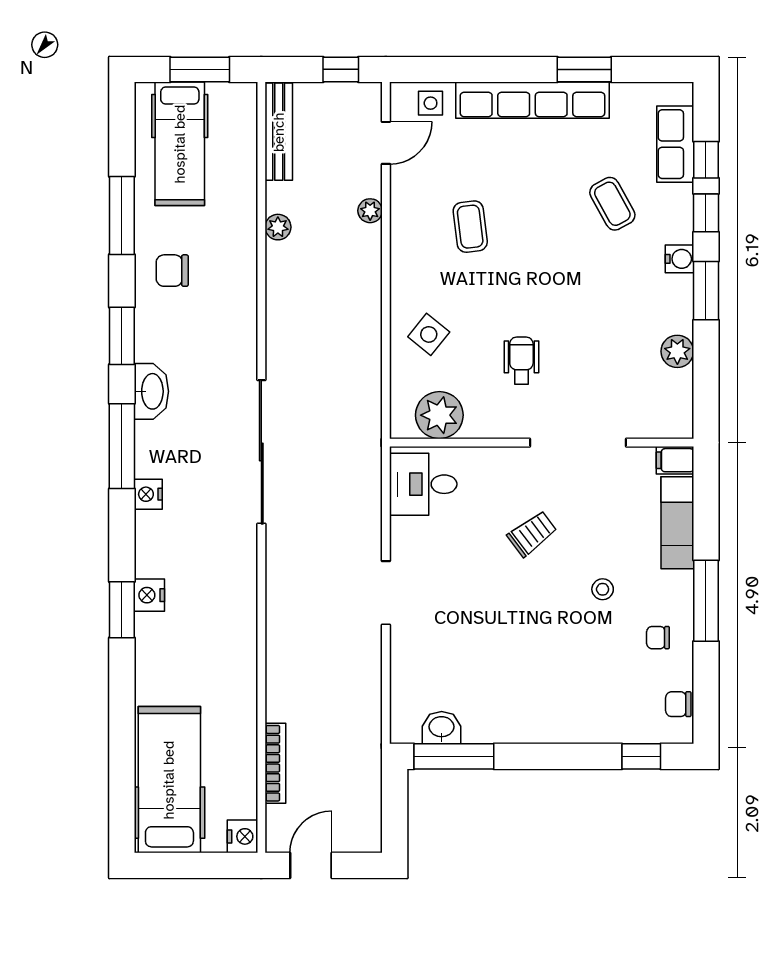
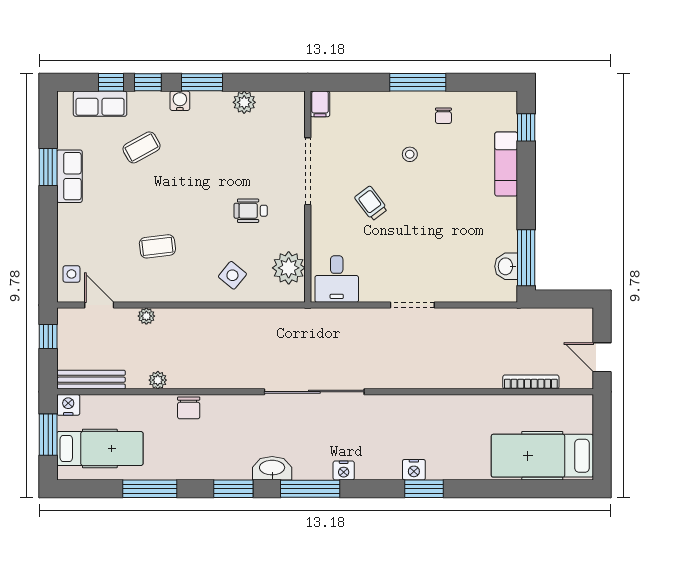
row of seats: (532, 100) -> (69, 176), width x0.50
chair: (172, 271) -> (189, 408), moved
exam couch: (677, 523) -> (506, 164), moved, turned 90
chair: (678, 704) -> (490, 102), removed
nightstand: (242, 836) -> (68, 405), moved

